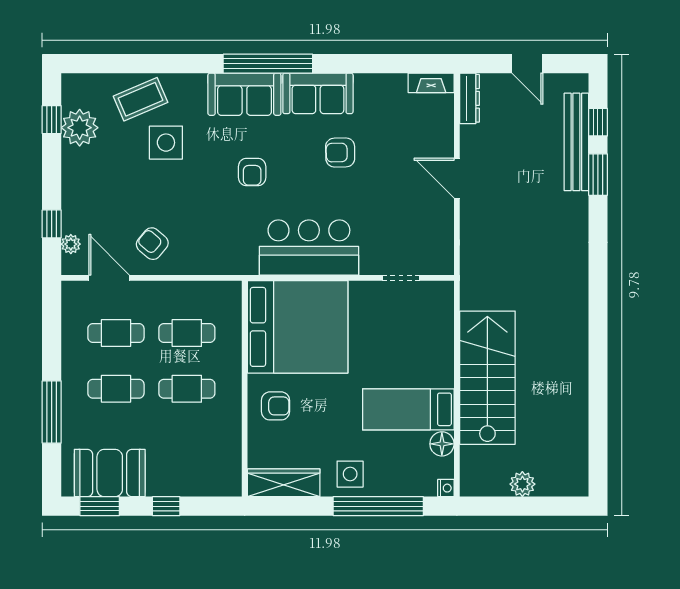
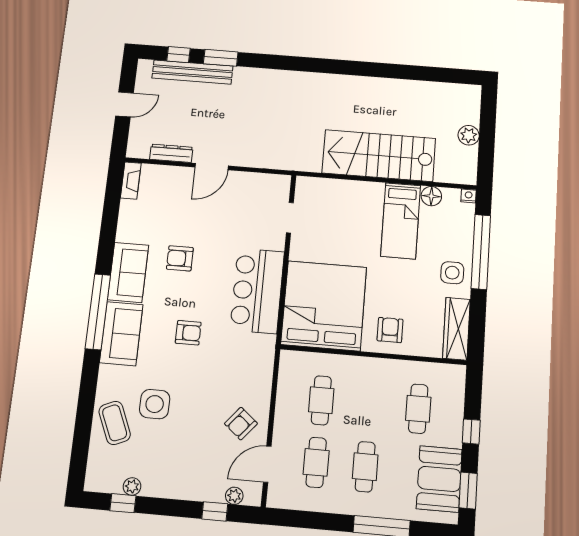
dresser: (470, 98) -> (171, 153), moved
plant: (80, 128) -> (132, 486), width x0.53, depth x0.53
armchair: (340, 152) -> (180, 258), turned 91
cafe table: (187, 389) -> (418, 409), moved

